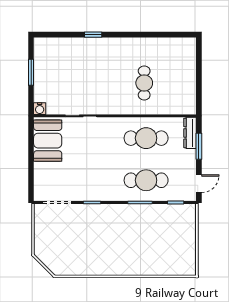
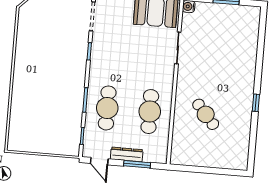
window: (93, 35) -> (256, 103), moved
cafe table: (144, 83) -> (206, 114), turned 49
dresser: (190, 133) -> (127, 154), moved

